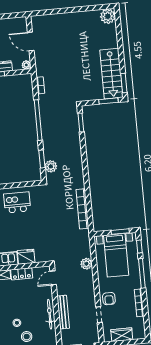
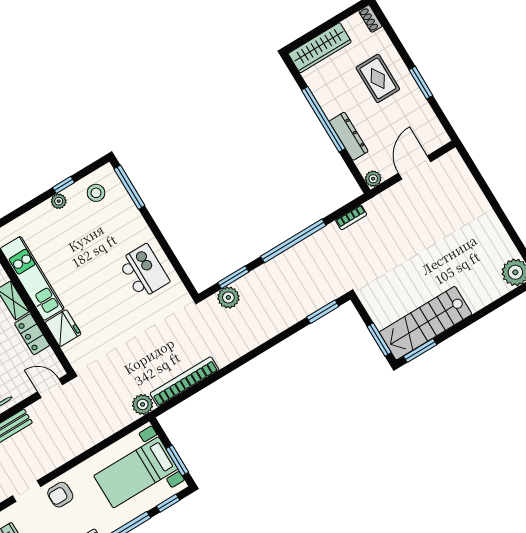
plant: (86, 264) -> (143, 404), moved

